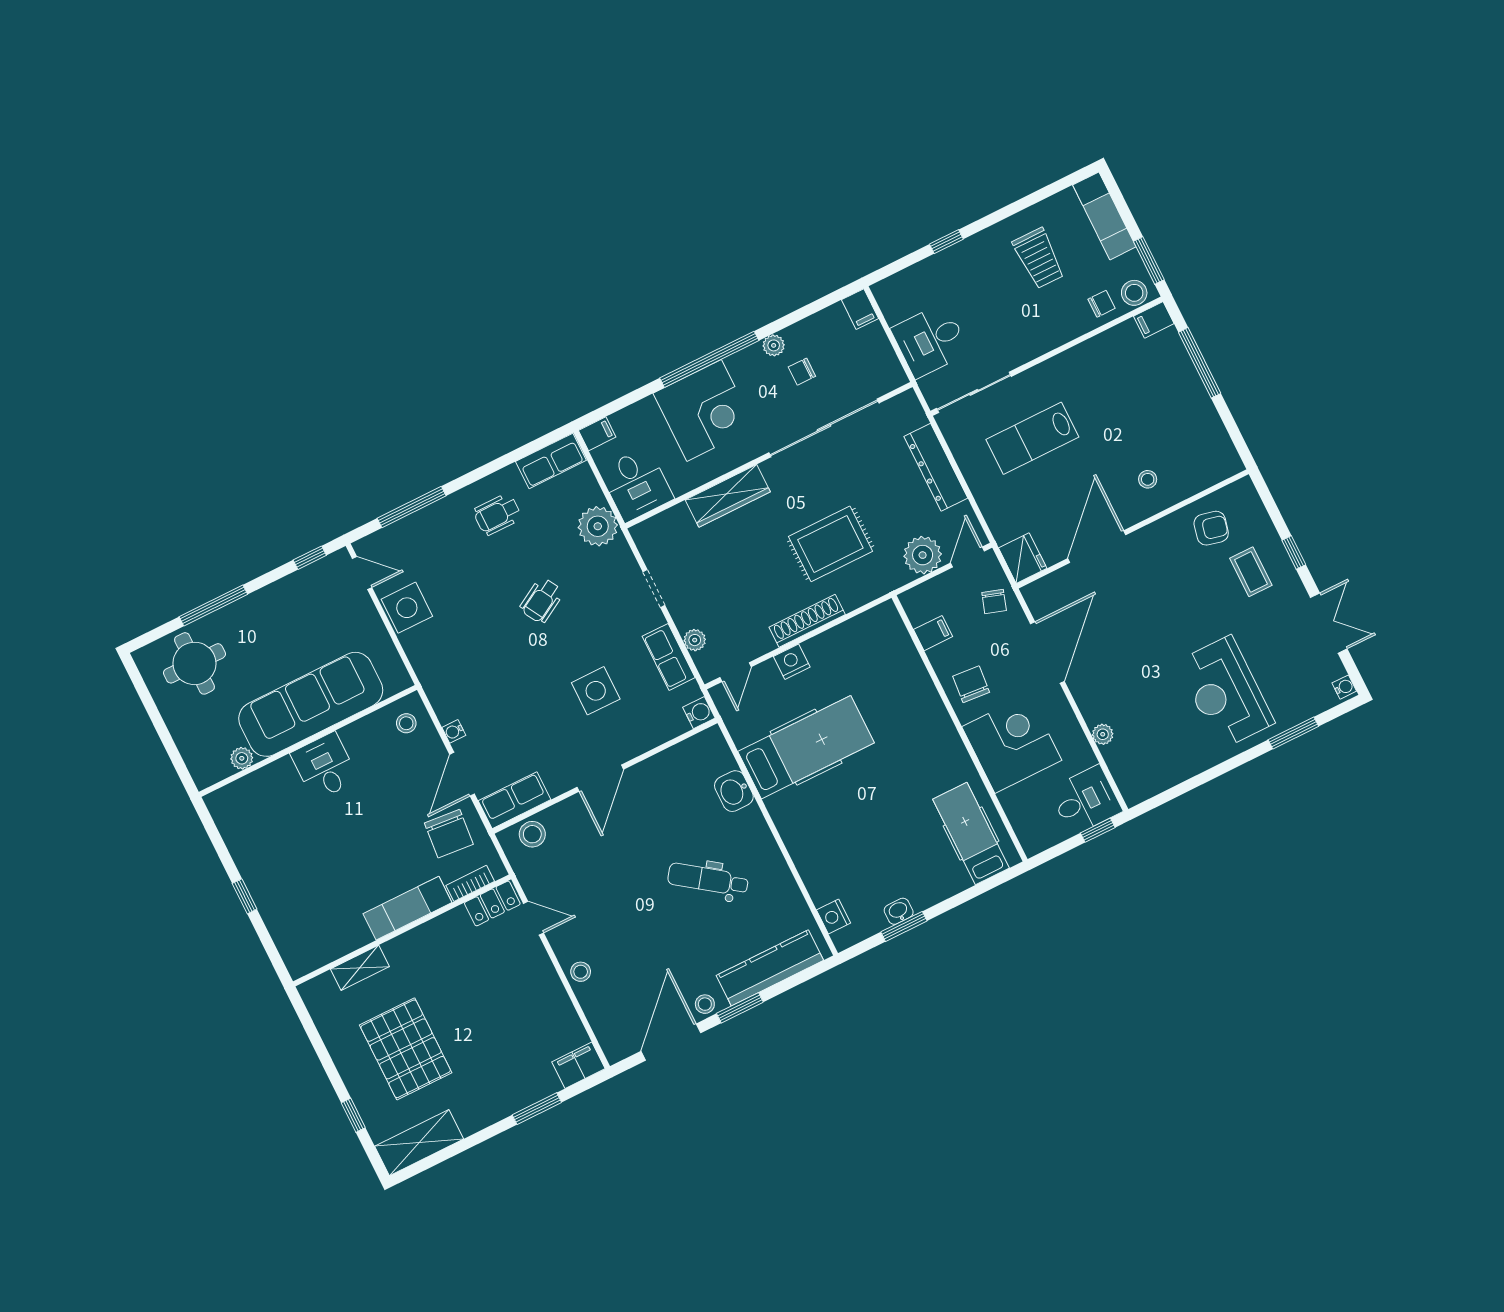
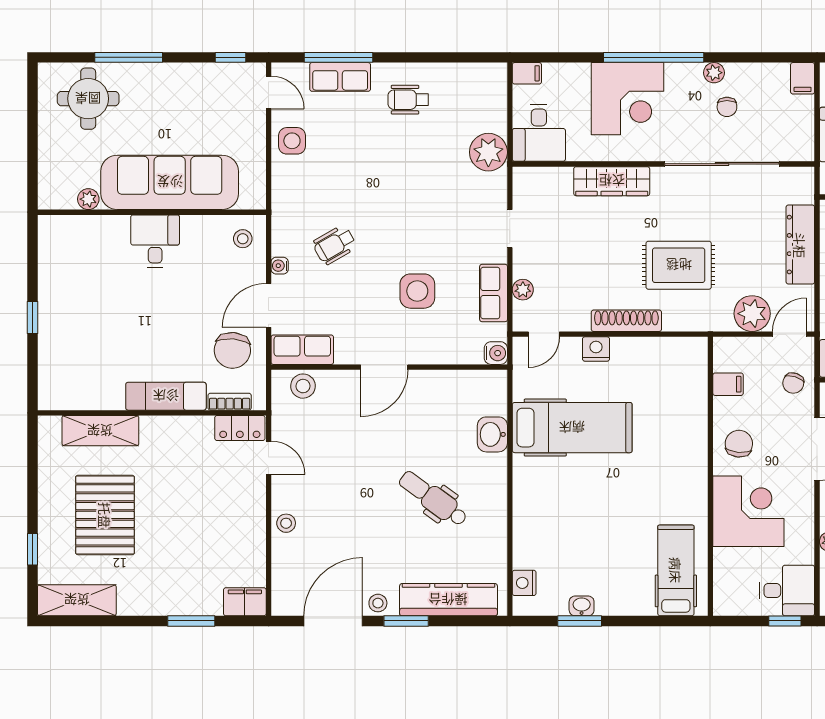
chair: (802, 372) -> (727, 107), turned -90
row of seats: (551, 461) -> (340, 77), moved
wheelchair: (542, 600) -> (335, 245), moved
side table: (407, 608) -> (292, 141), width x0.73, depth x0.73
shelving: (360, 968) -> (100, 431), width x1.50, depth x1.33

